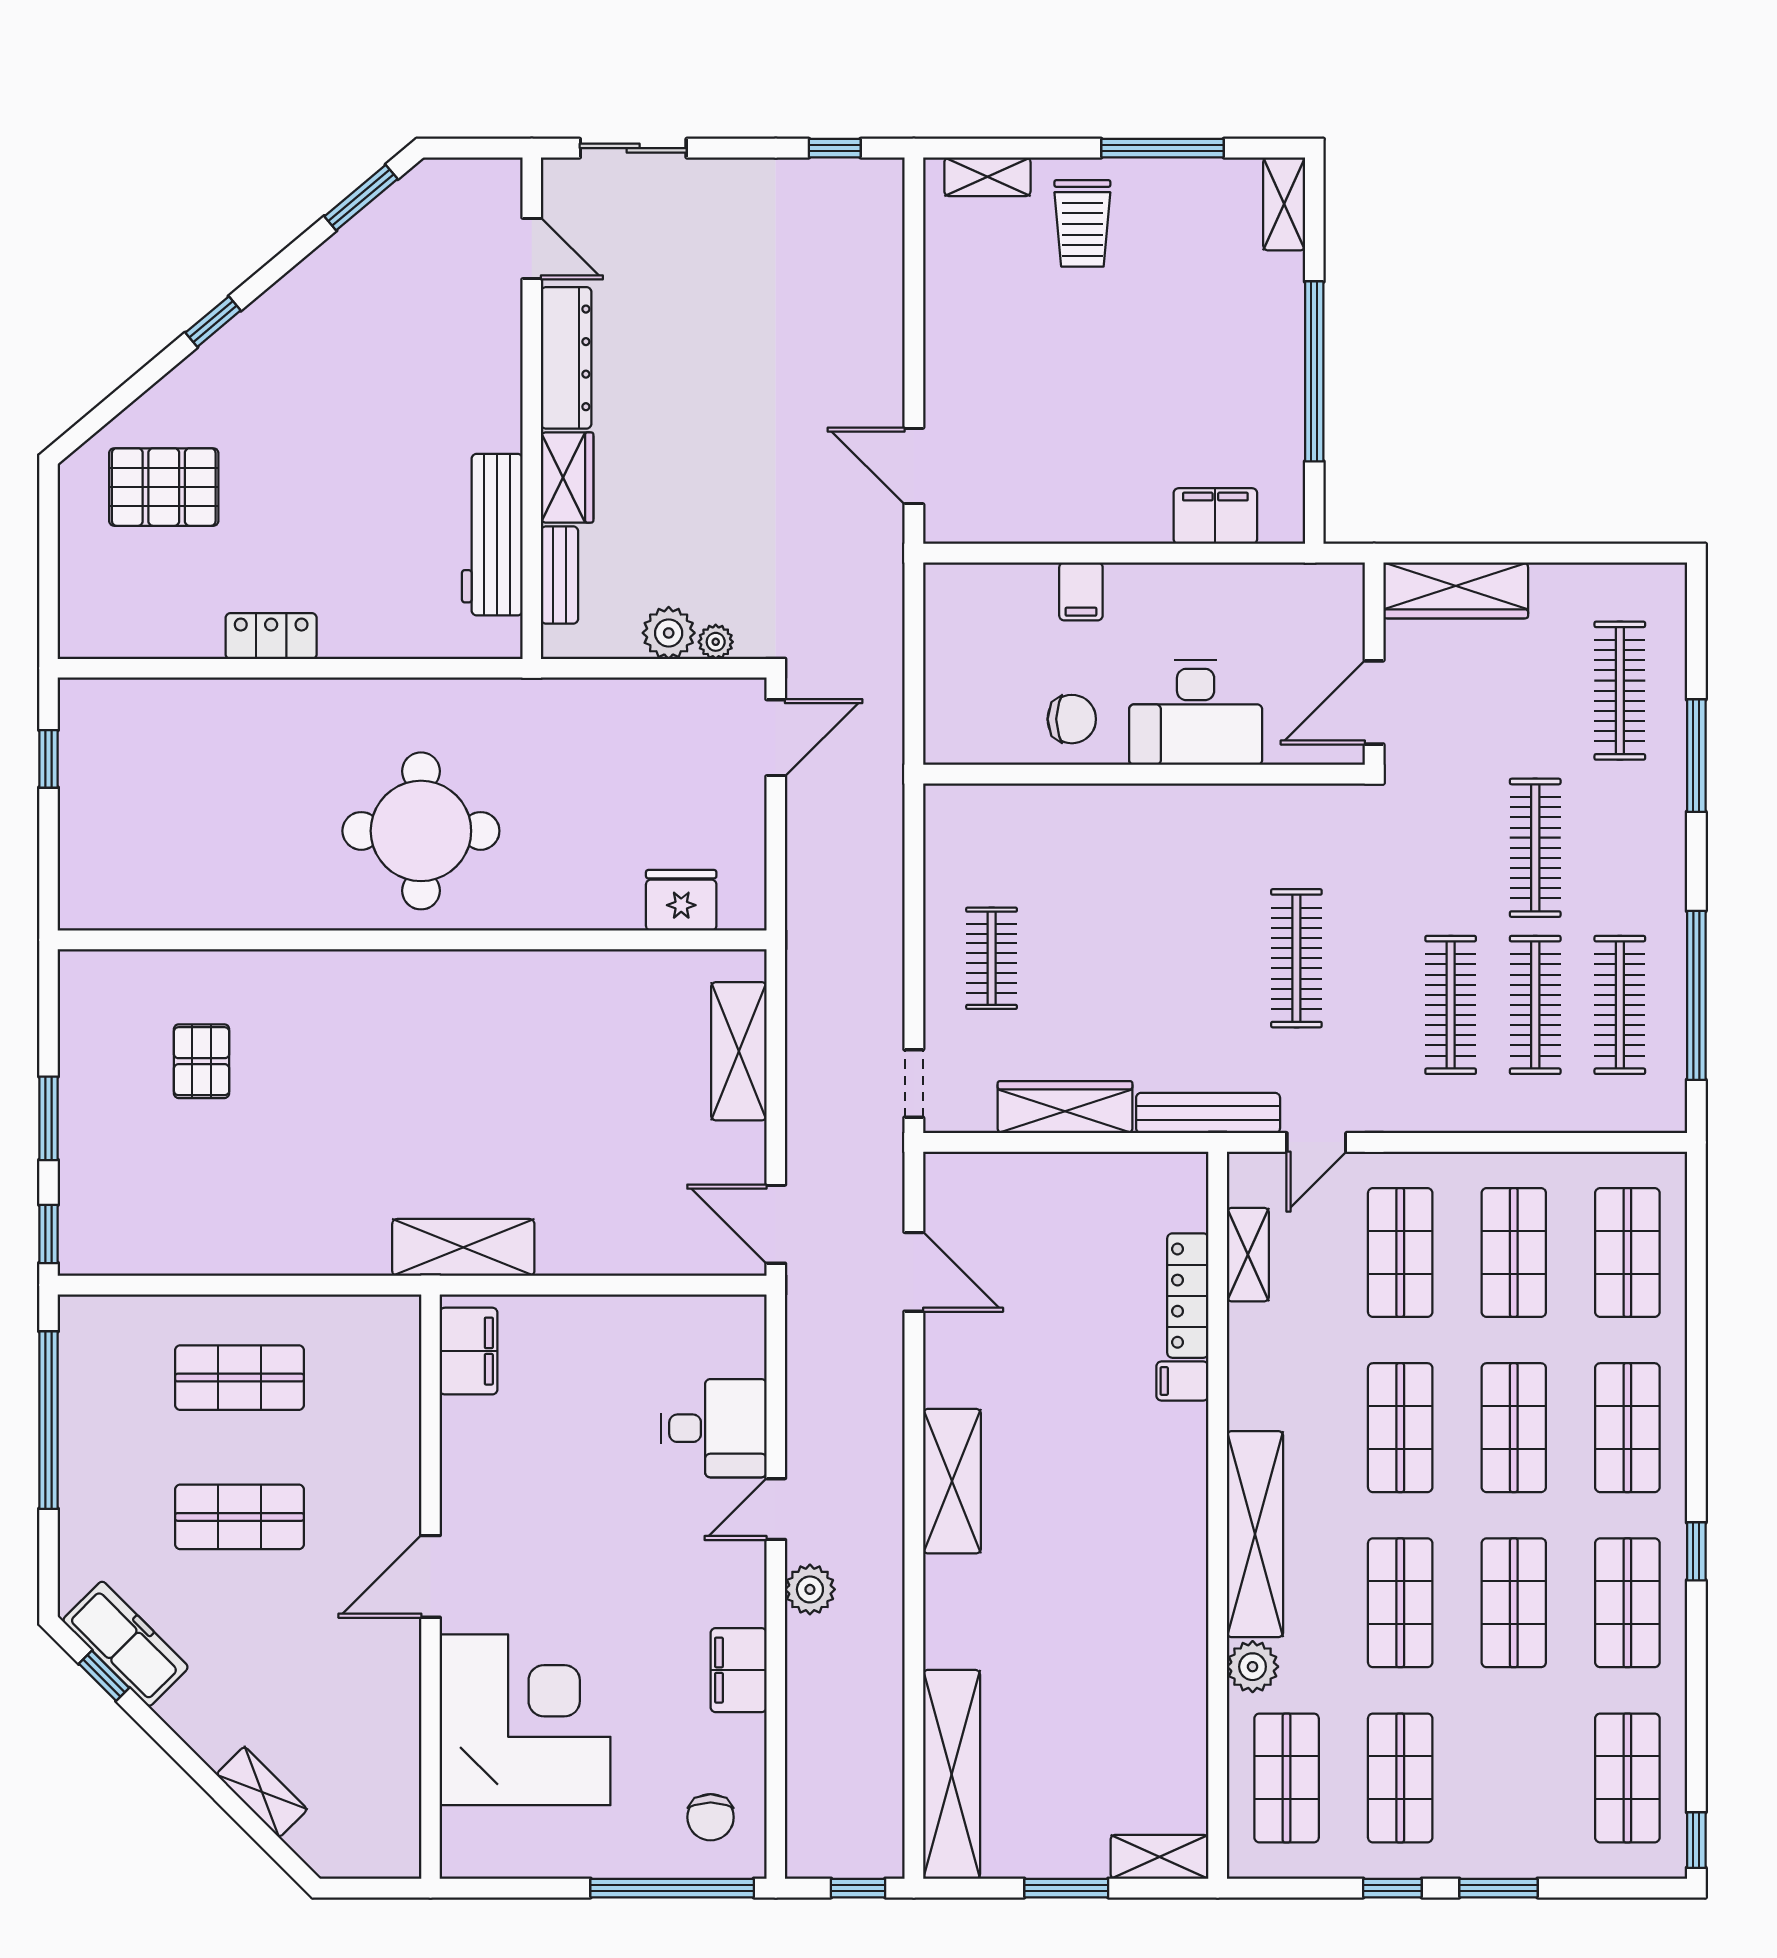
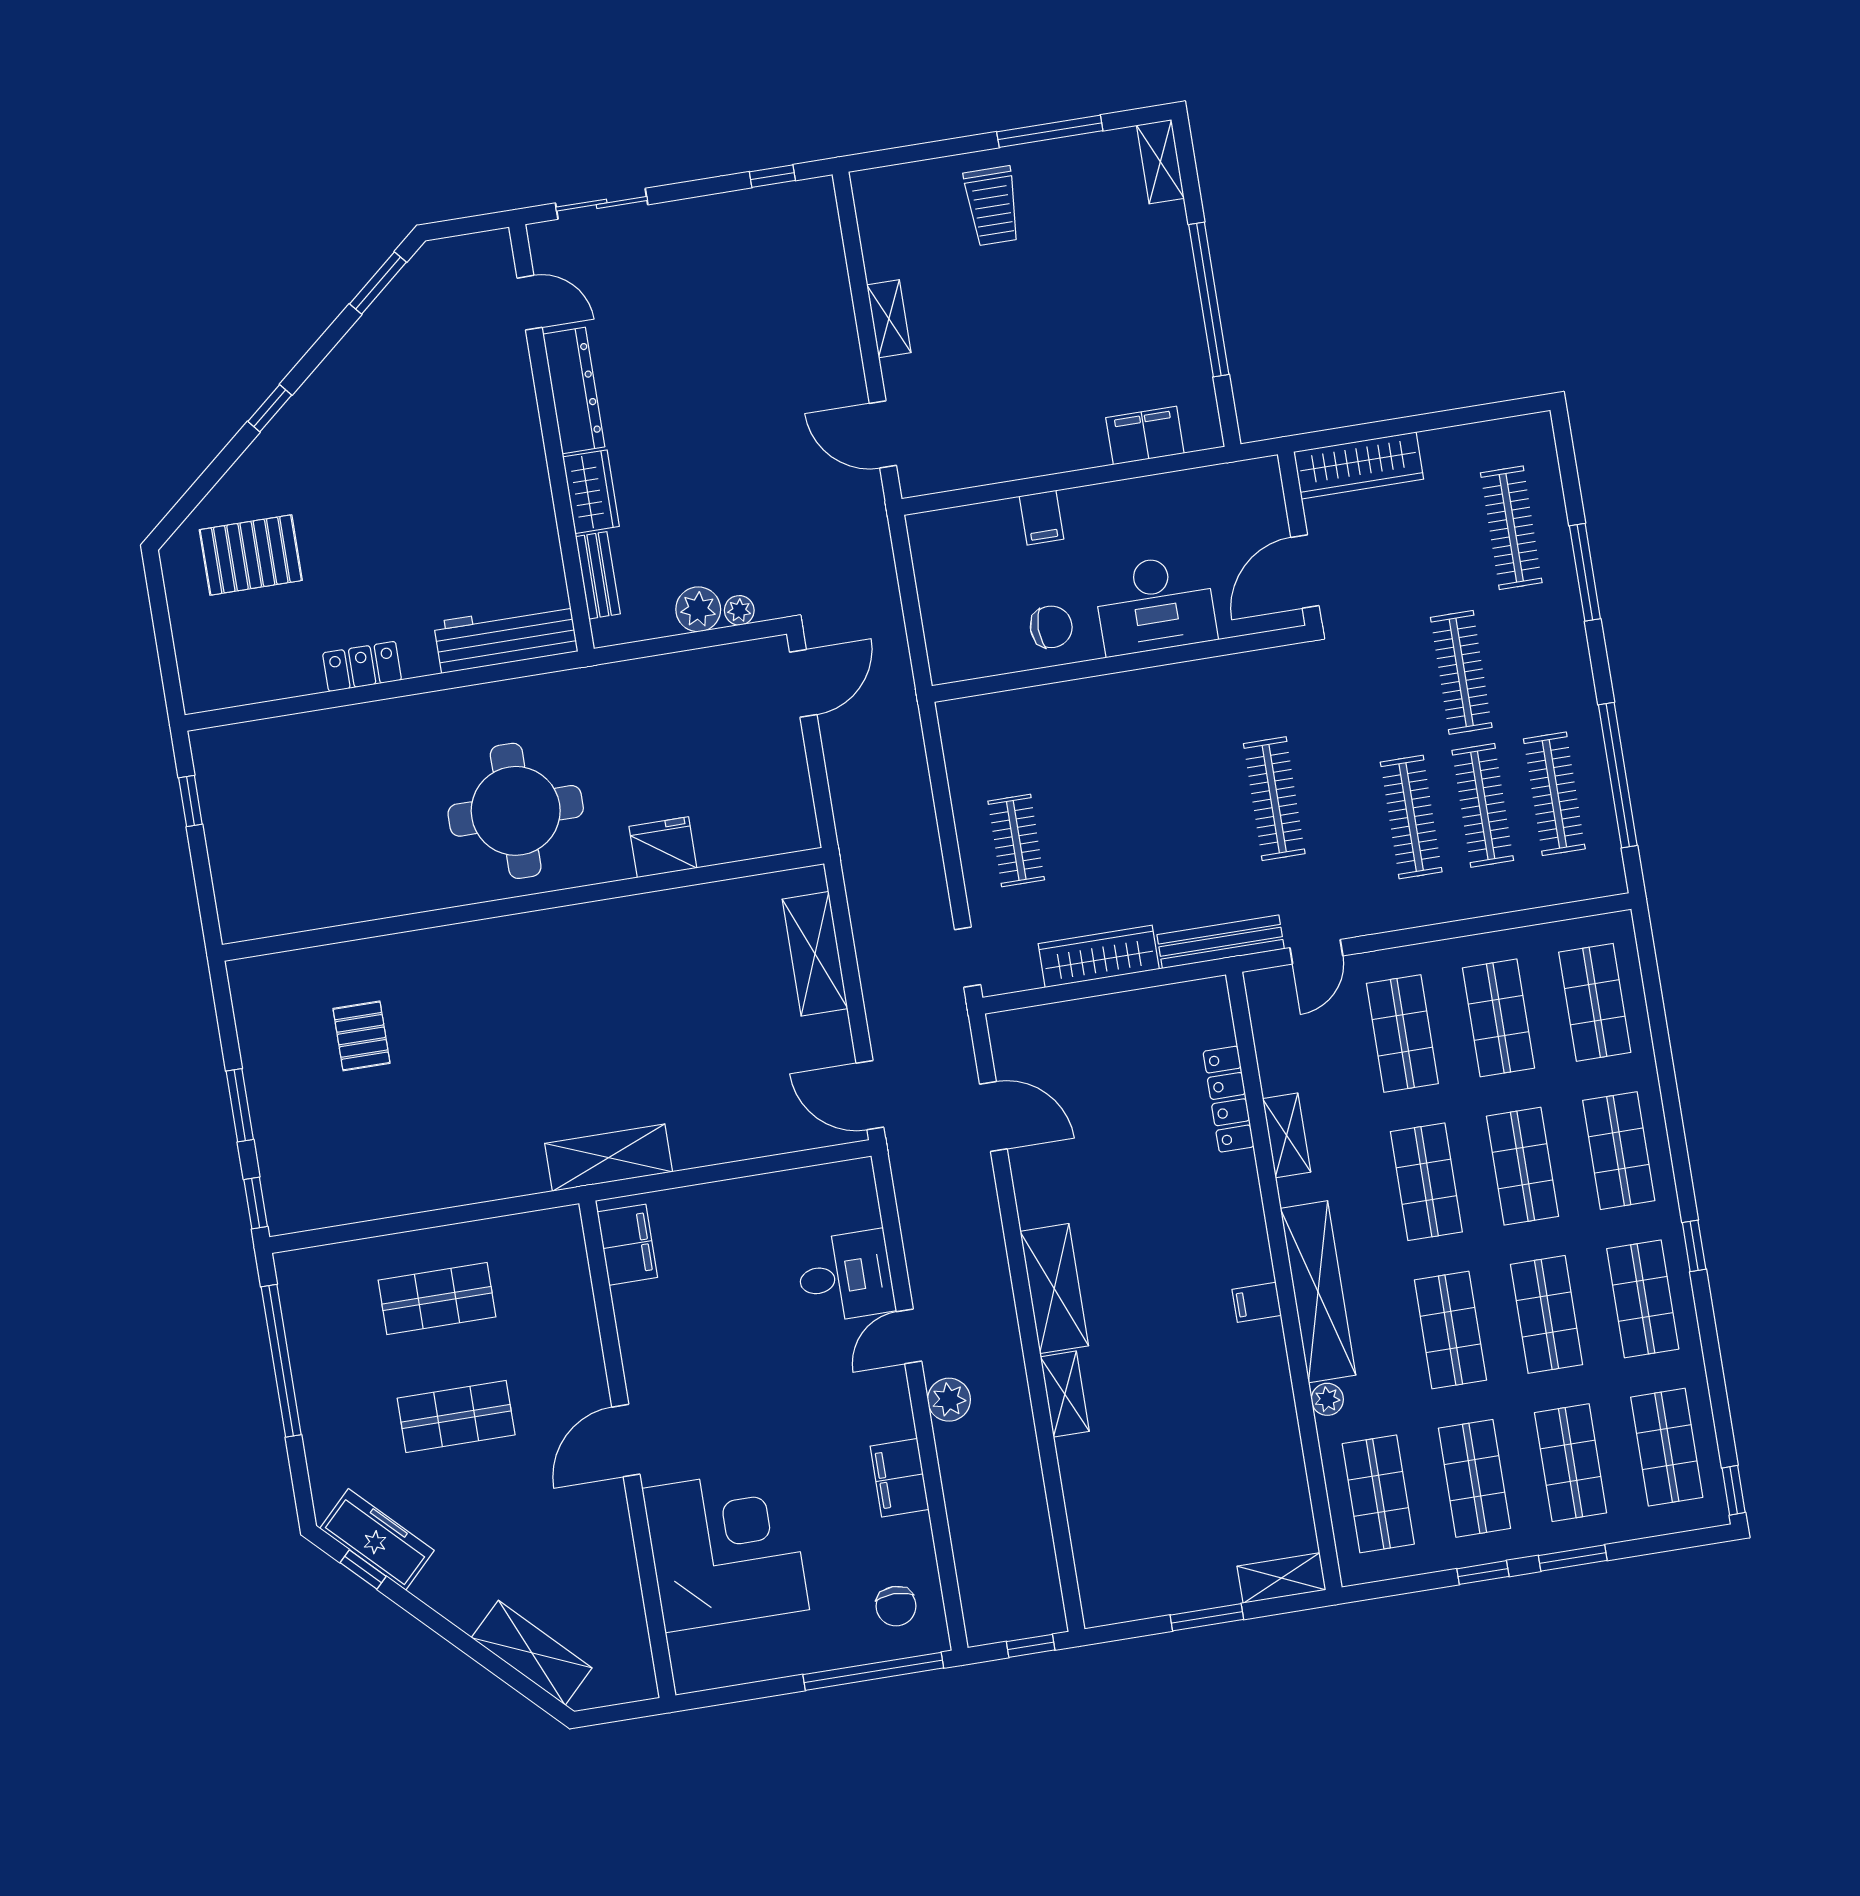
shelving: (987, 177) -> (889, 319), moved, turned 90
workbench: (492, 535) -> (506, 637), moved, turned 90
fridge: (681, 900) -> (663, 847), moved
shelving: (1248, 1255) -> (1287, 1135), moved
filing cabinet: (1182, 1381) -> (1257, 1302), moved
plant: (1253, 1667) -> (1327, 1399), width x0.73, depth x0.73
shelving: (952, 1774) -> (1065, 1394), moved, width x0.45, depth x0.75
shop shelf: (1514, 1778) -> (1571, 1463), added
shelving: (262, 1792) -> (532, 1653), width x1.50, depth x1.33

